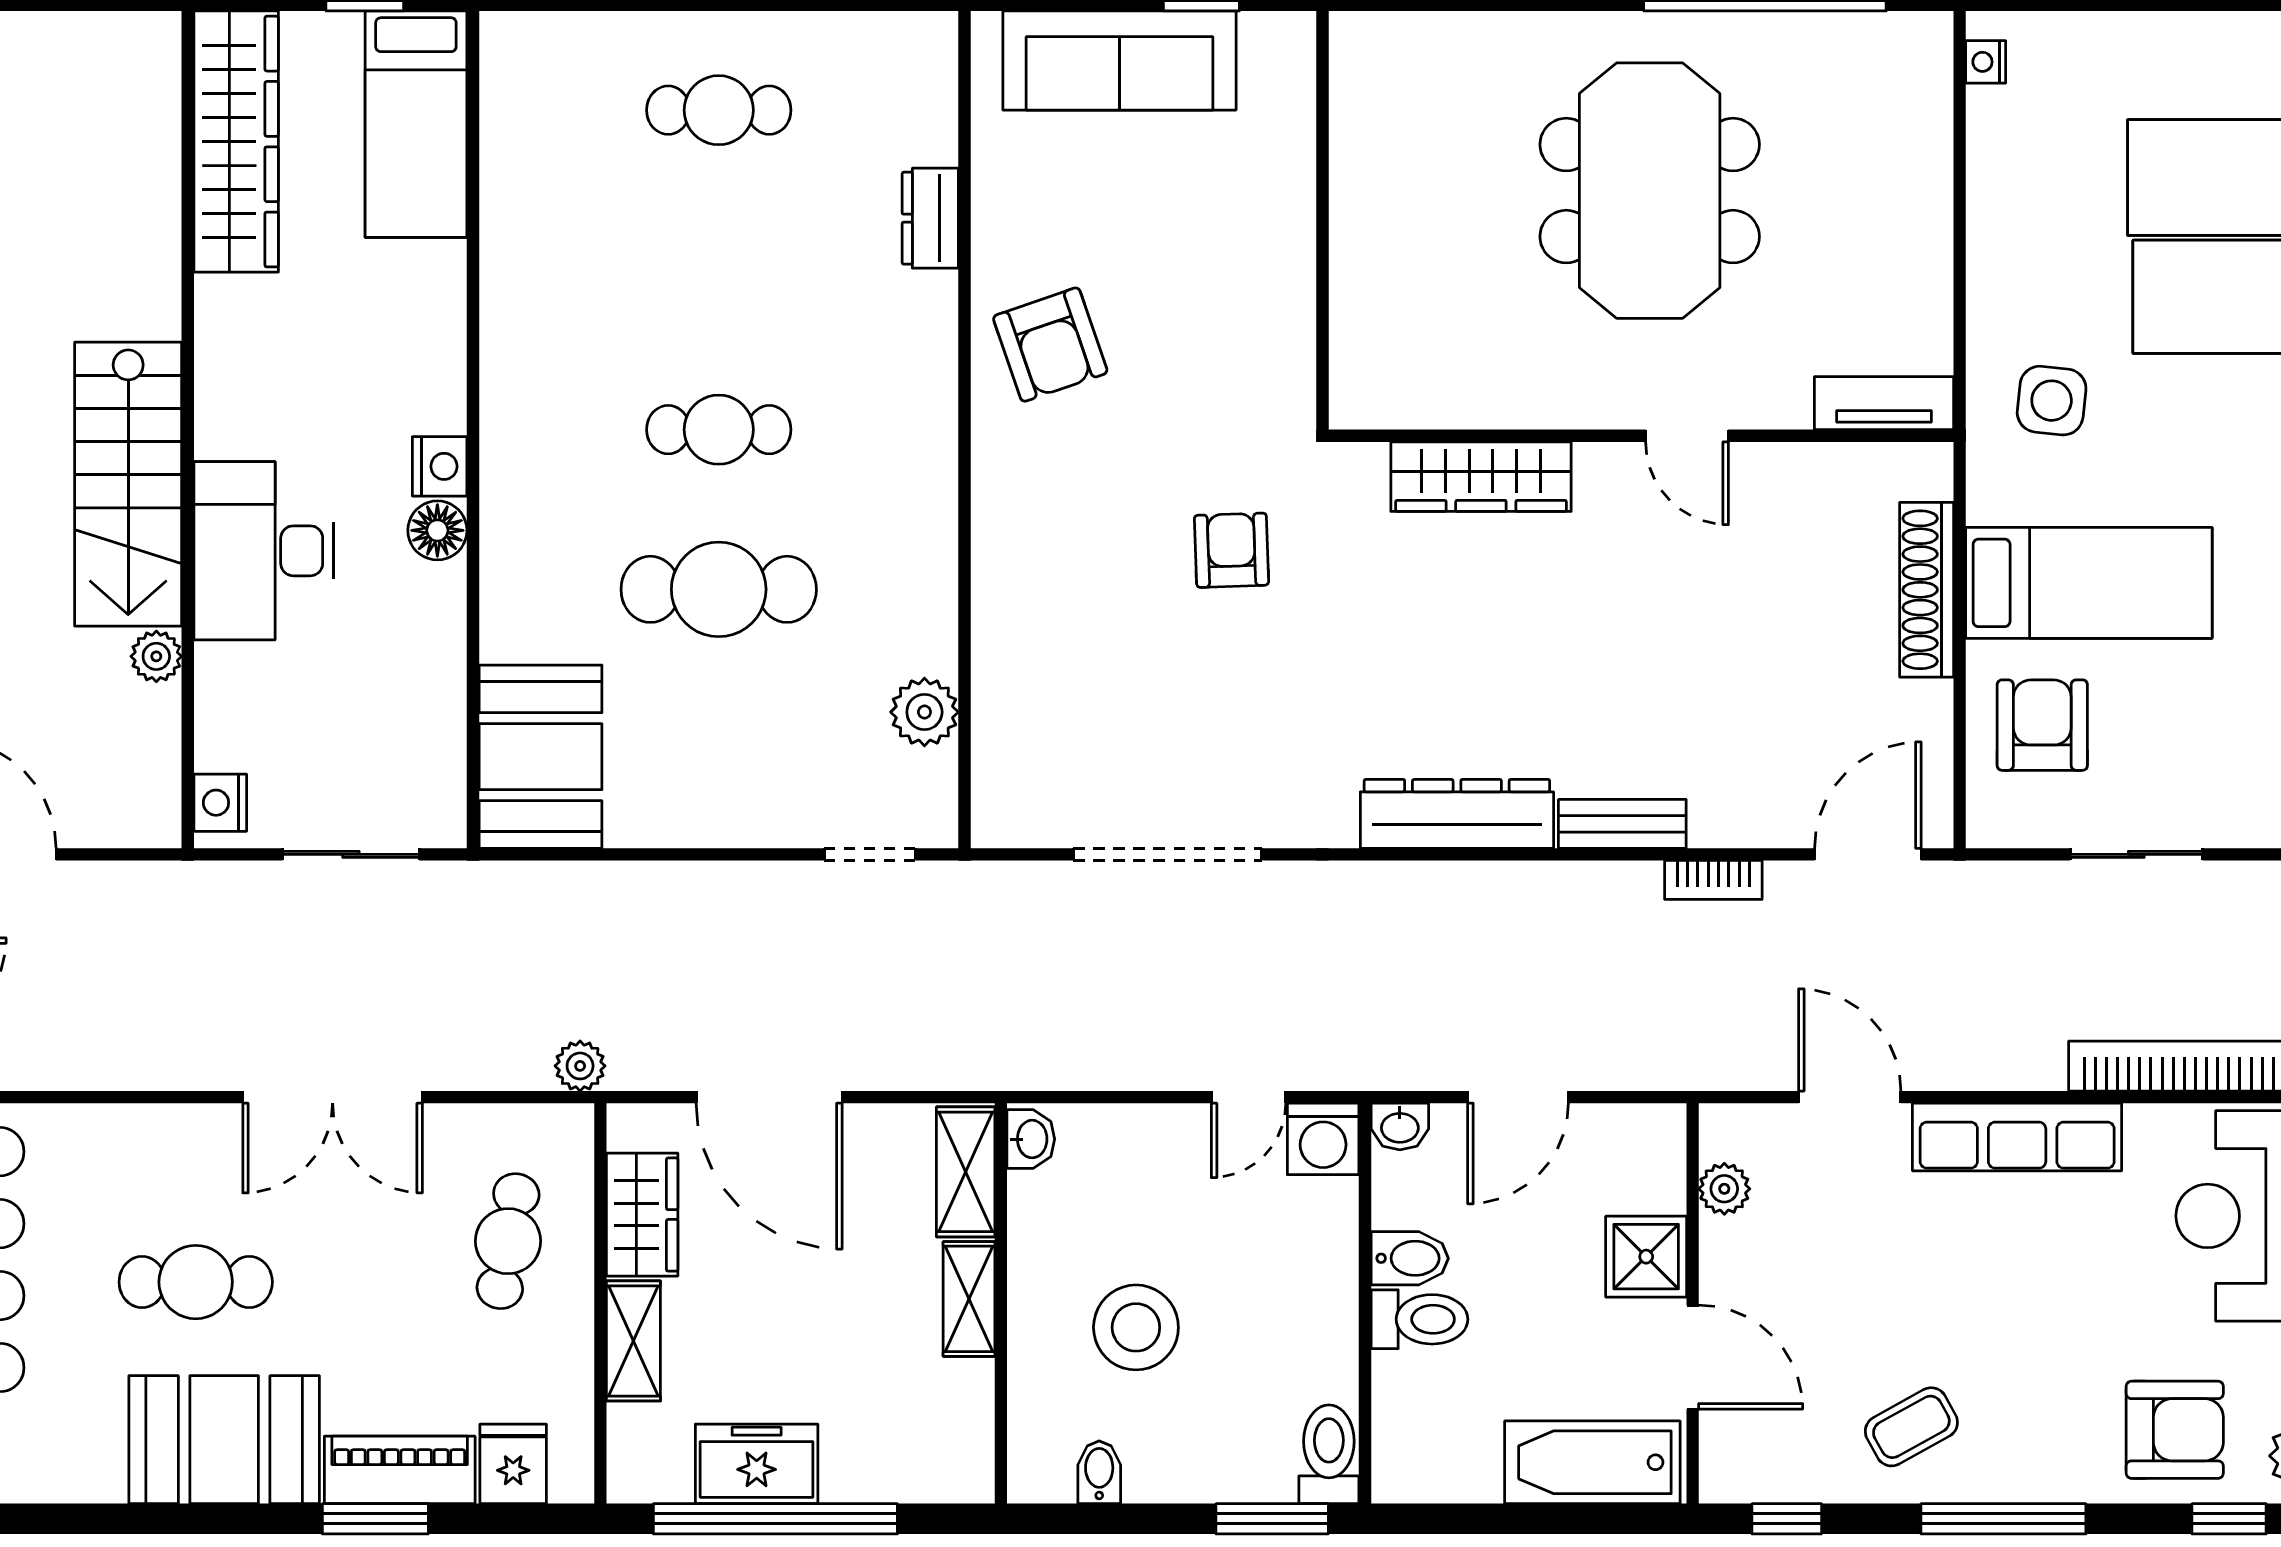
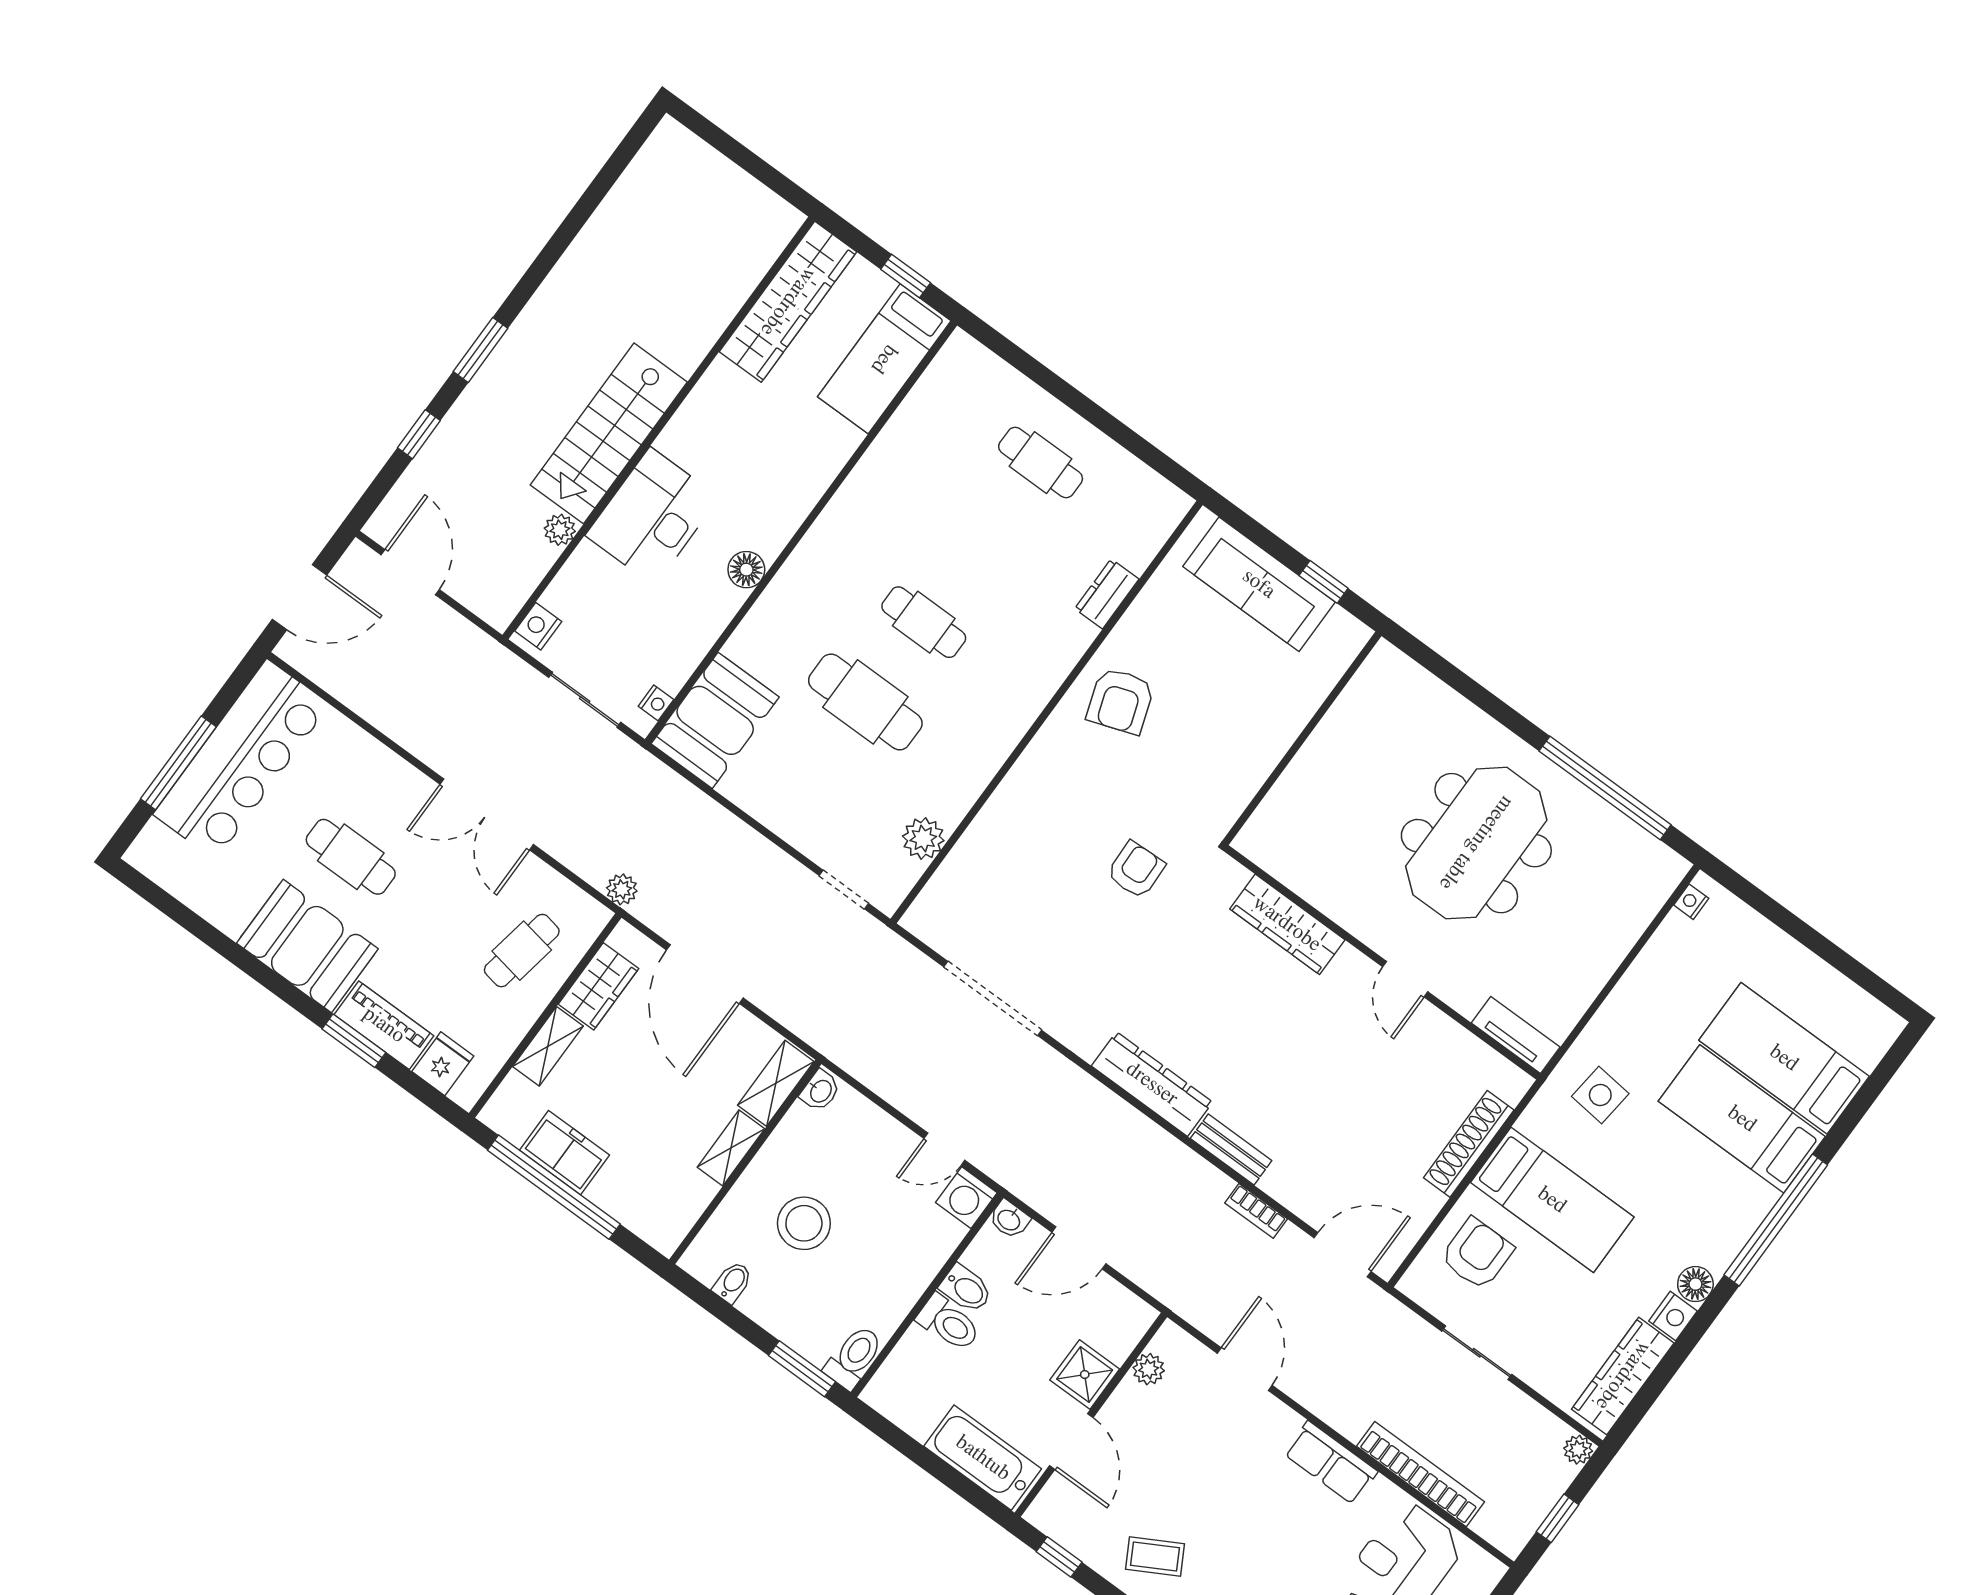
nightstand: (440, 466) -> (656, 703), moved, width x0.72, depth x0.74
row of seats: (2017, 1137) -> (1331, 1463), width x0.68

